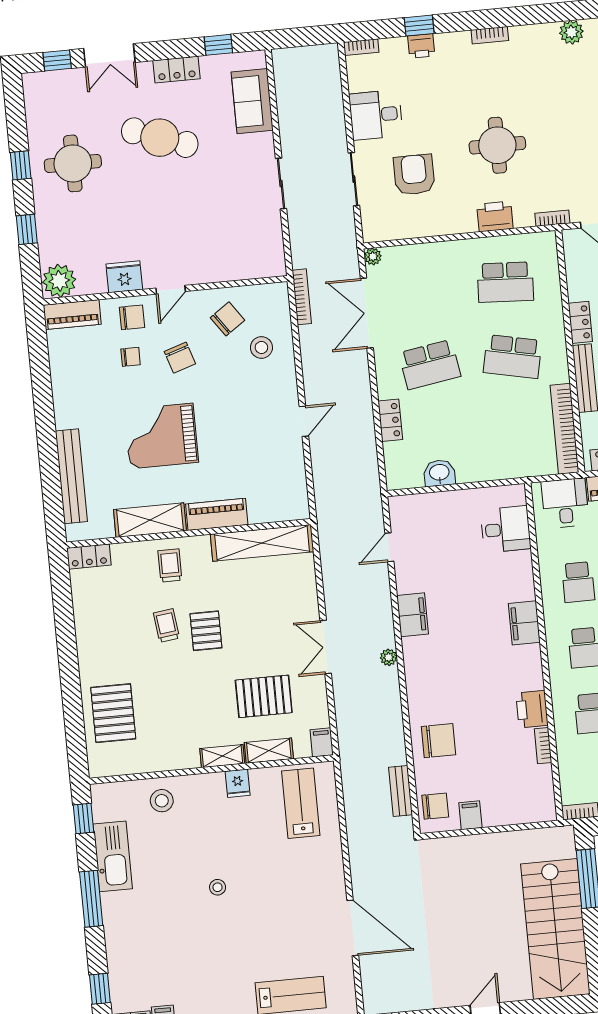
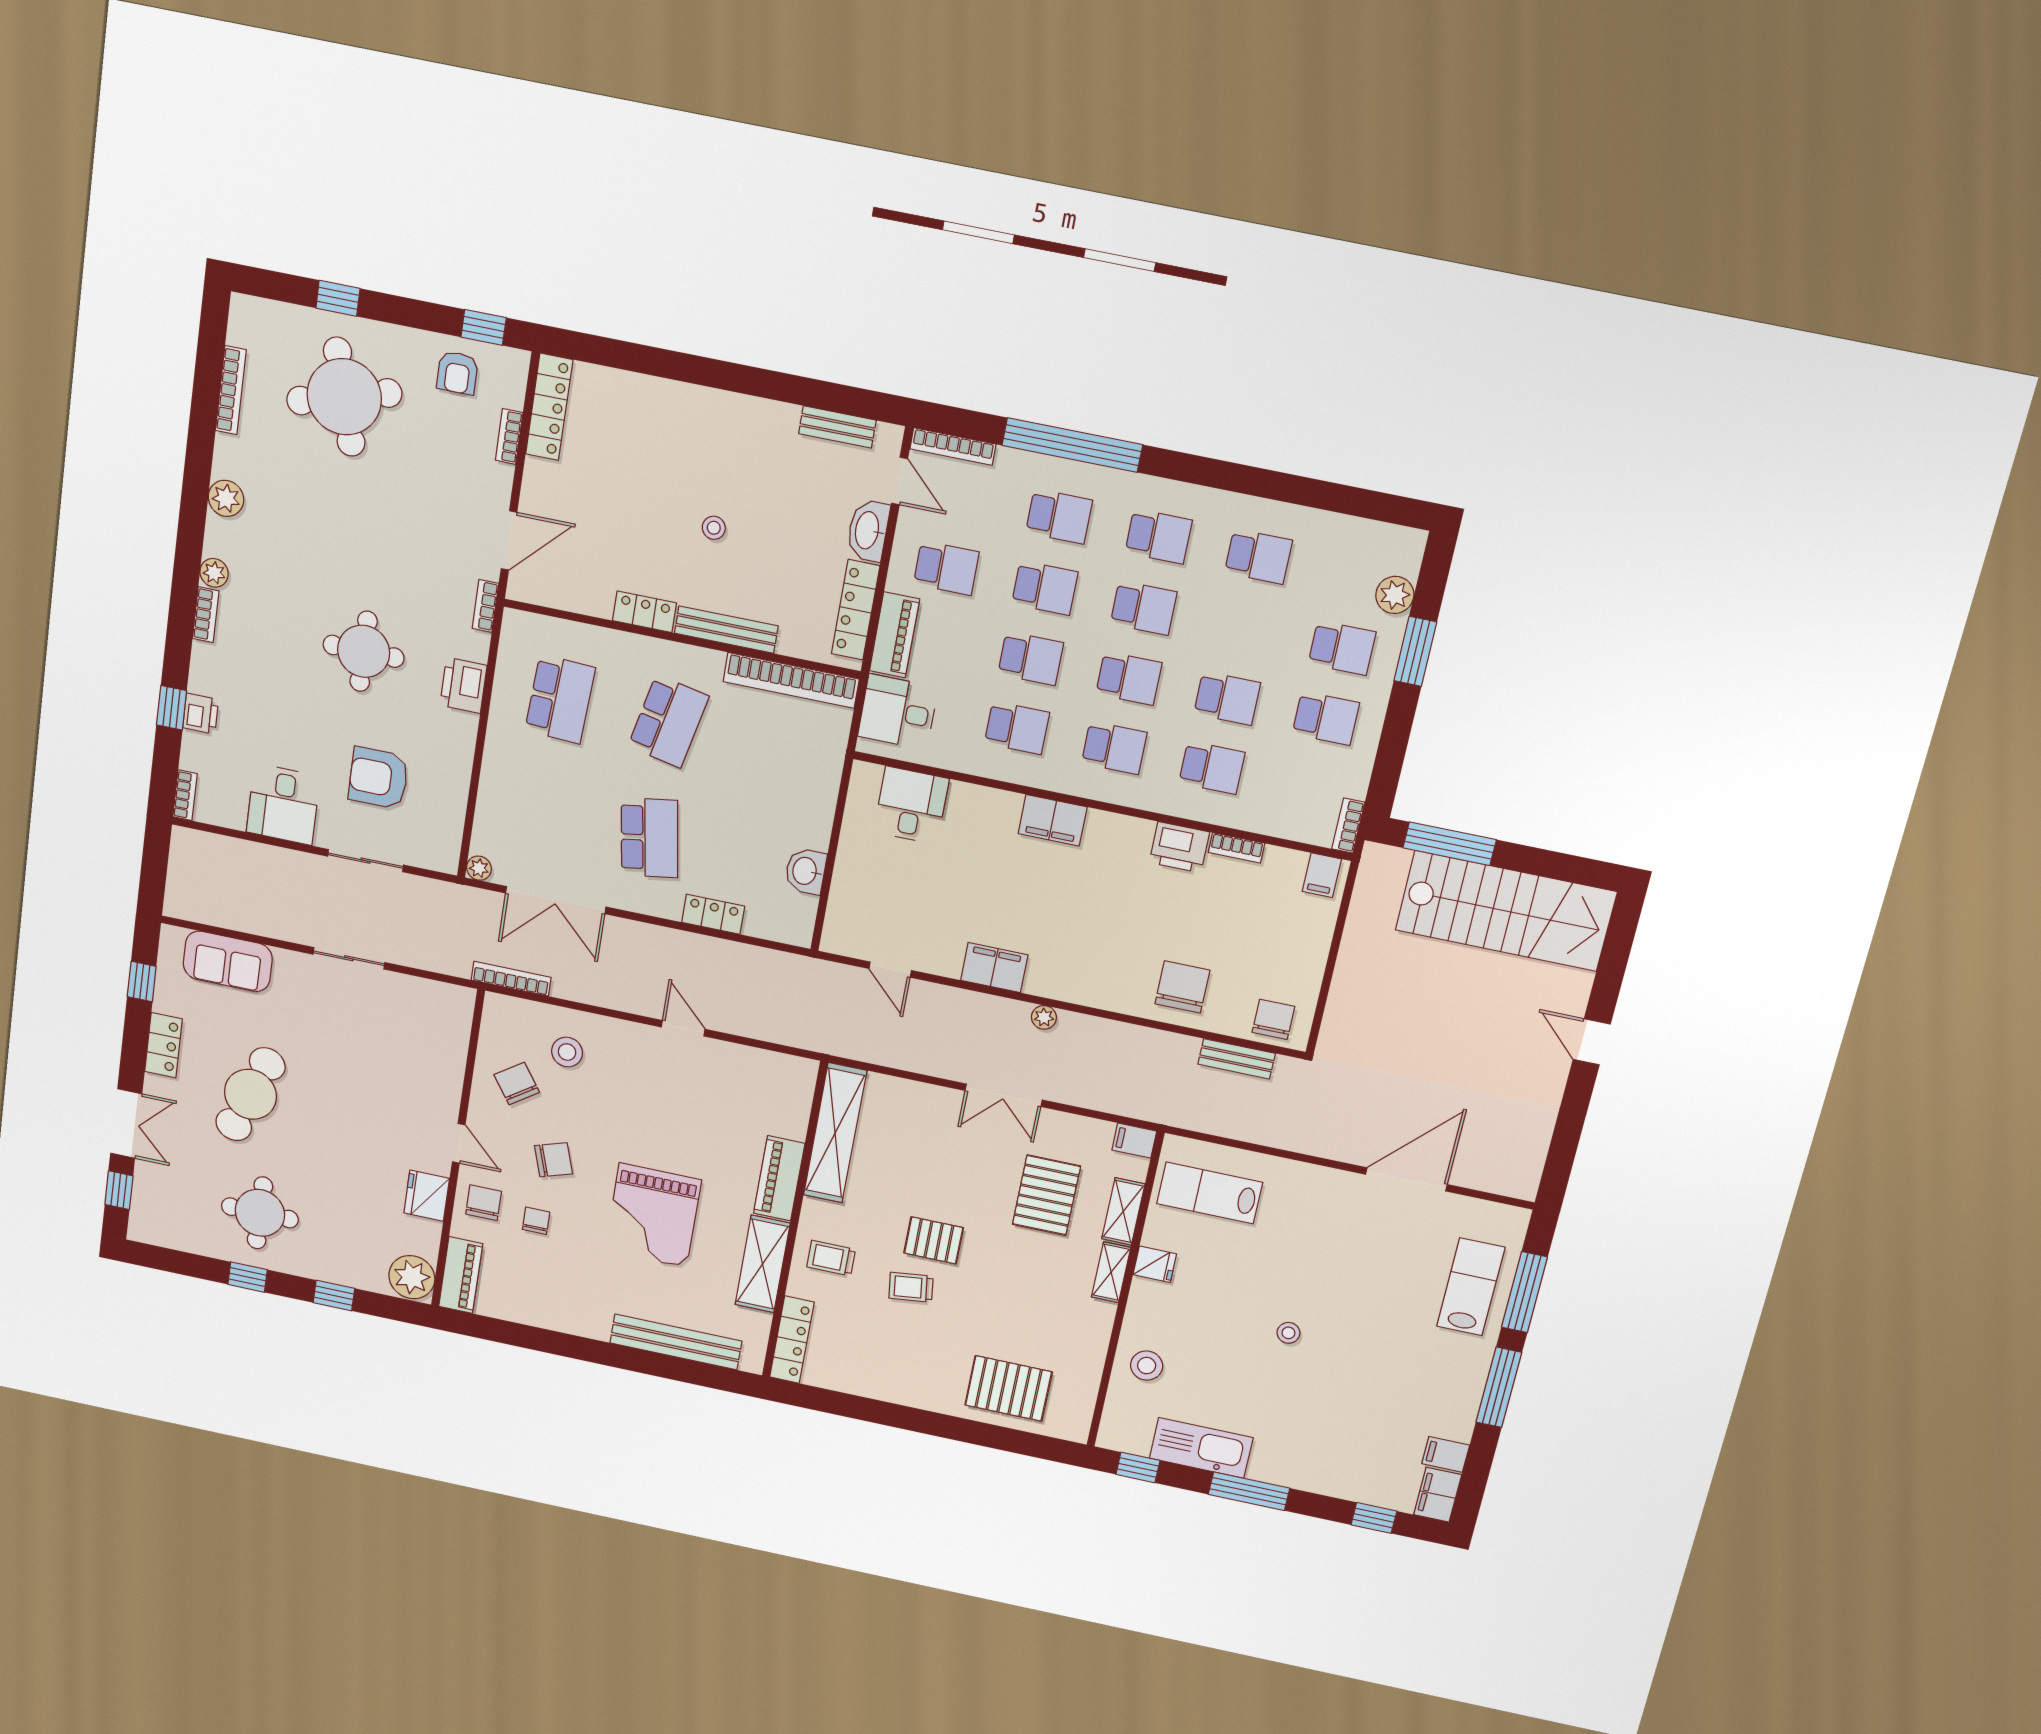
plant: (520, 35) -> (214, 573), added
locker: (89, 557) -> (792, 1340), width x1.53
filing cabinet: (470, 815) -> (1322, 875), moved, turned -90

